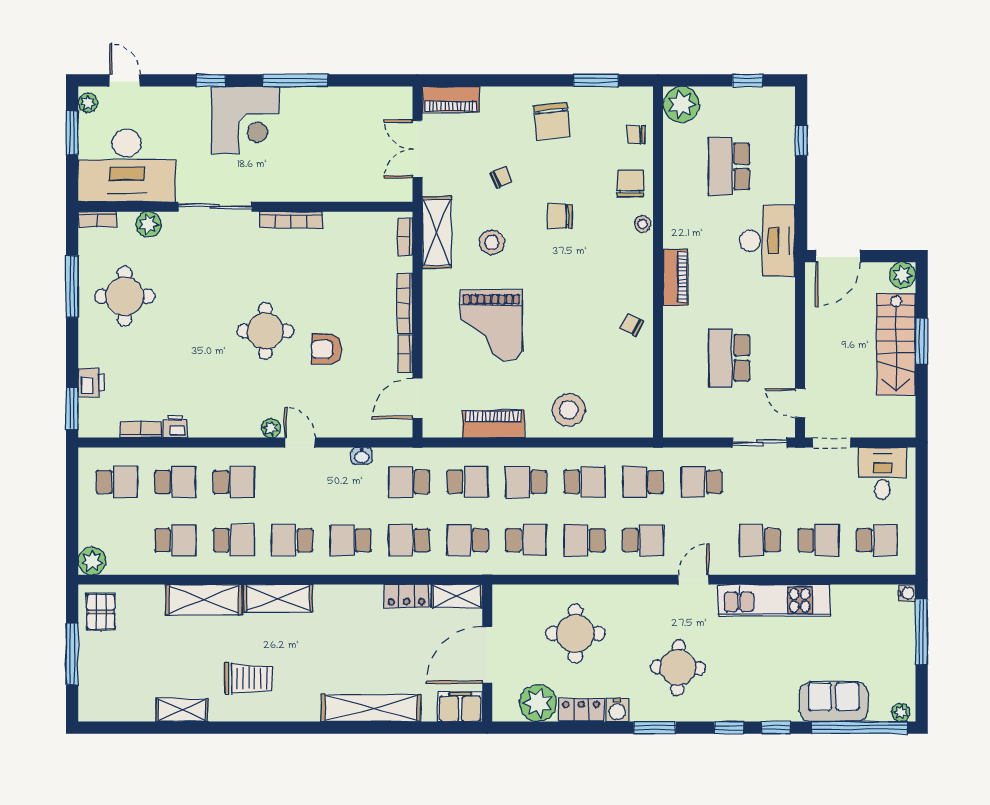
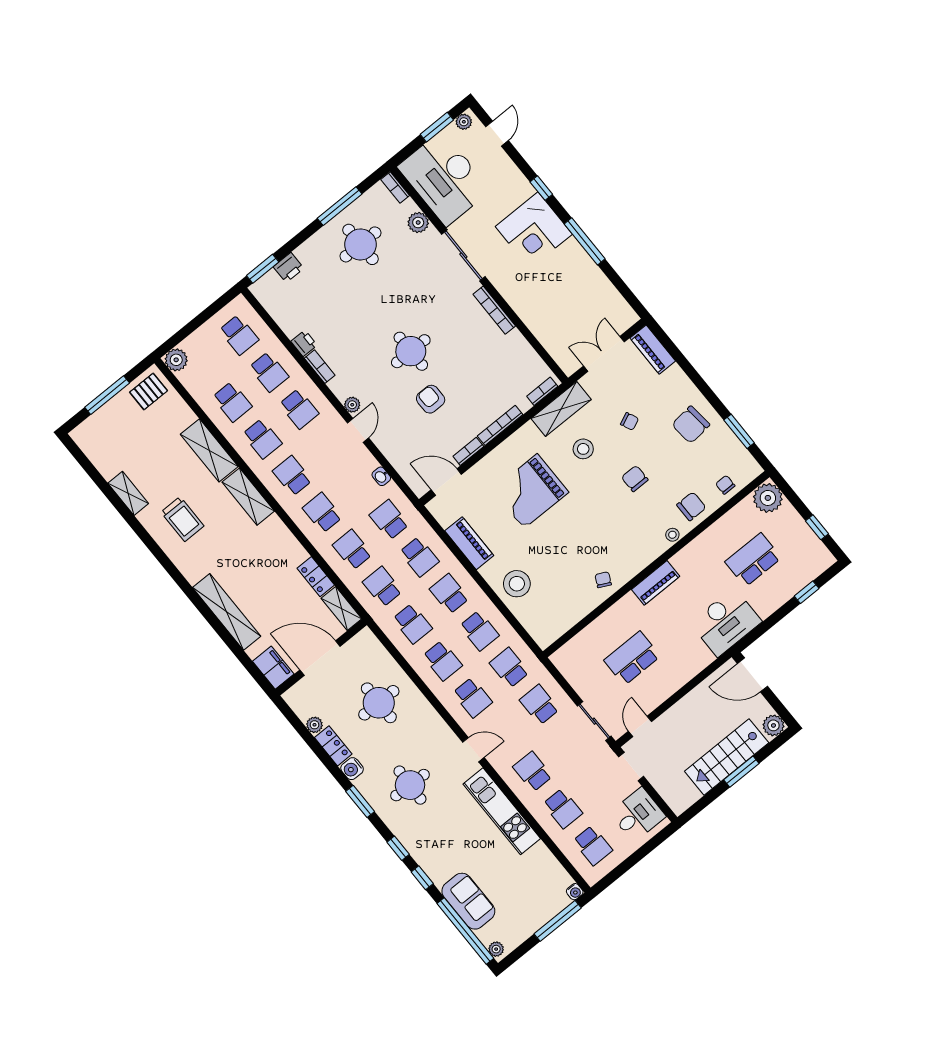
bookcase: (141, 430) -> (320, 367), moved
school desk: (585, 540) -> (442, 661), turned 180
plant: (538, 703) -> (315, 725), width x0.53, depth x0.53

